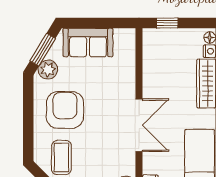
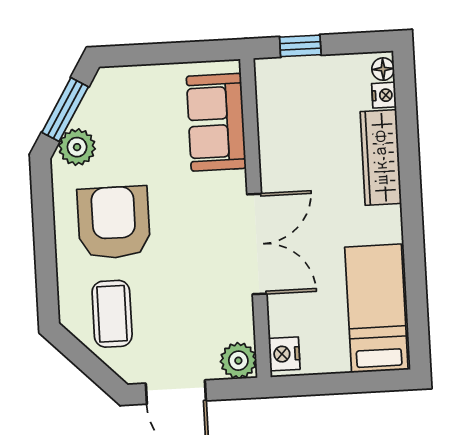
sofa: (88, 43) -> (216, 122), moved, turned 90

